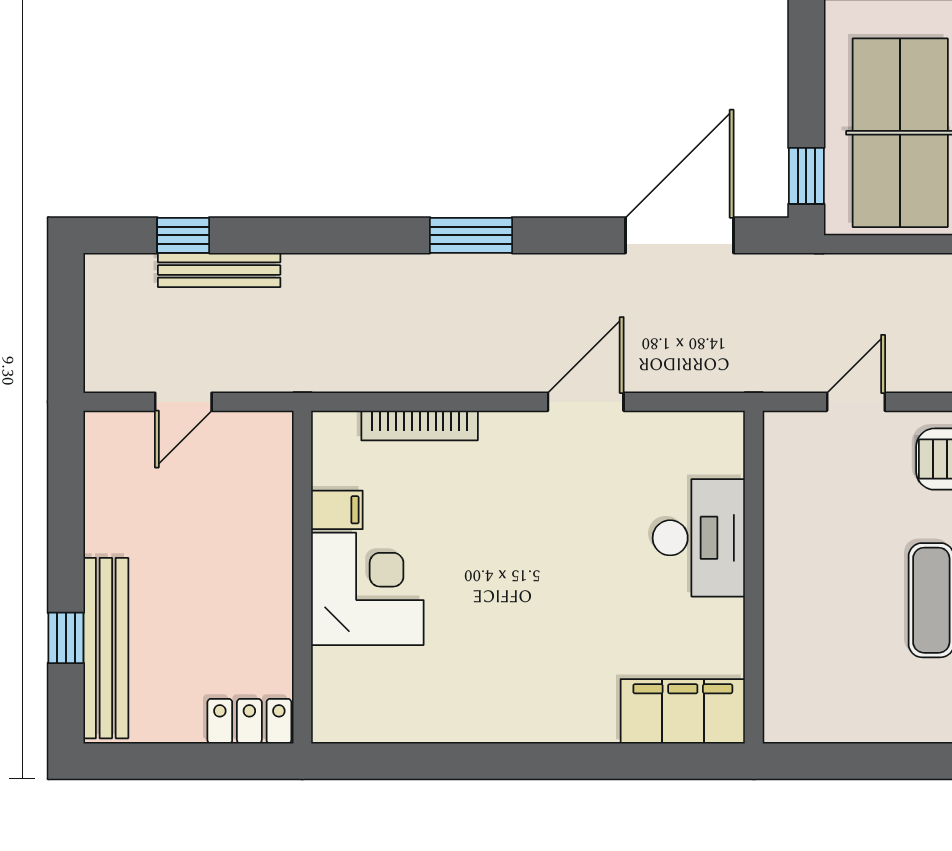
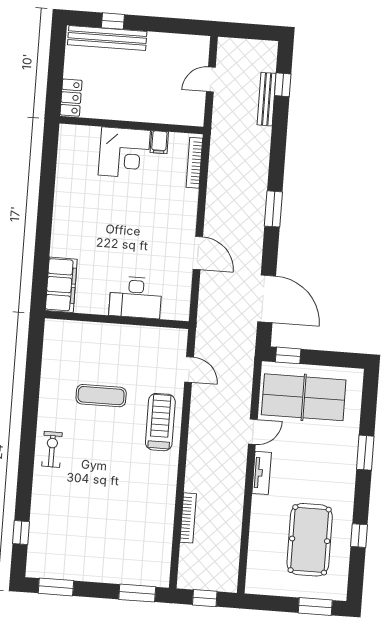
door: (183, 402) -> (211, 79), hinge flipped
bookcase: (420, 425) -> (194, 163), moved

